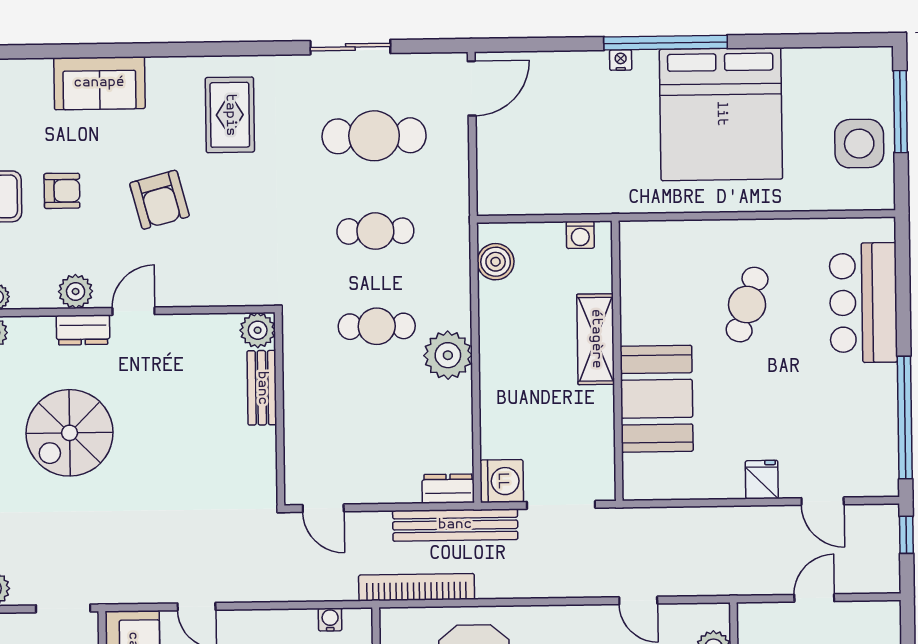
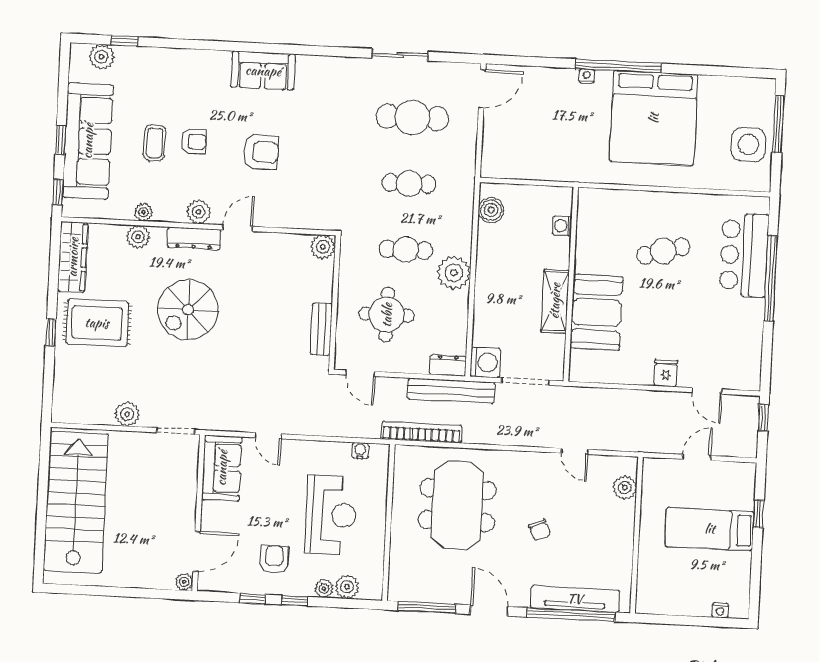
sofa: (99, 83) -> (263, 71), moved
rug: (230, 115) -> (313, 96), removed
armchair: (160, 200) -> (261, 152), turned -75
washing machine: (580, 235) -> (562, 226), moved, turned 90
cafe table: (747, 305) -> (663, 251), turned 56
dresser: (83, 330) -> (194, 238), width x1.44
shelving: (596, 339) -> (555, 301), moved
bench: (262, 388) -> (321, 329), moved
window: (905, 417) -> (771, 278), moved
round table: (355, 421) -> (387, 315), added

